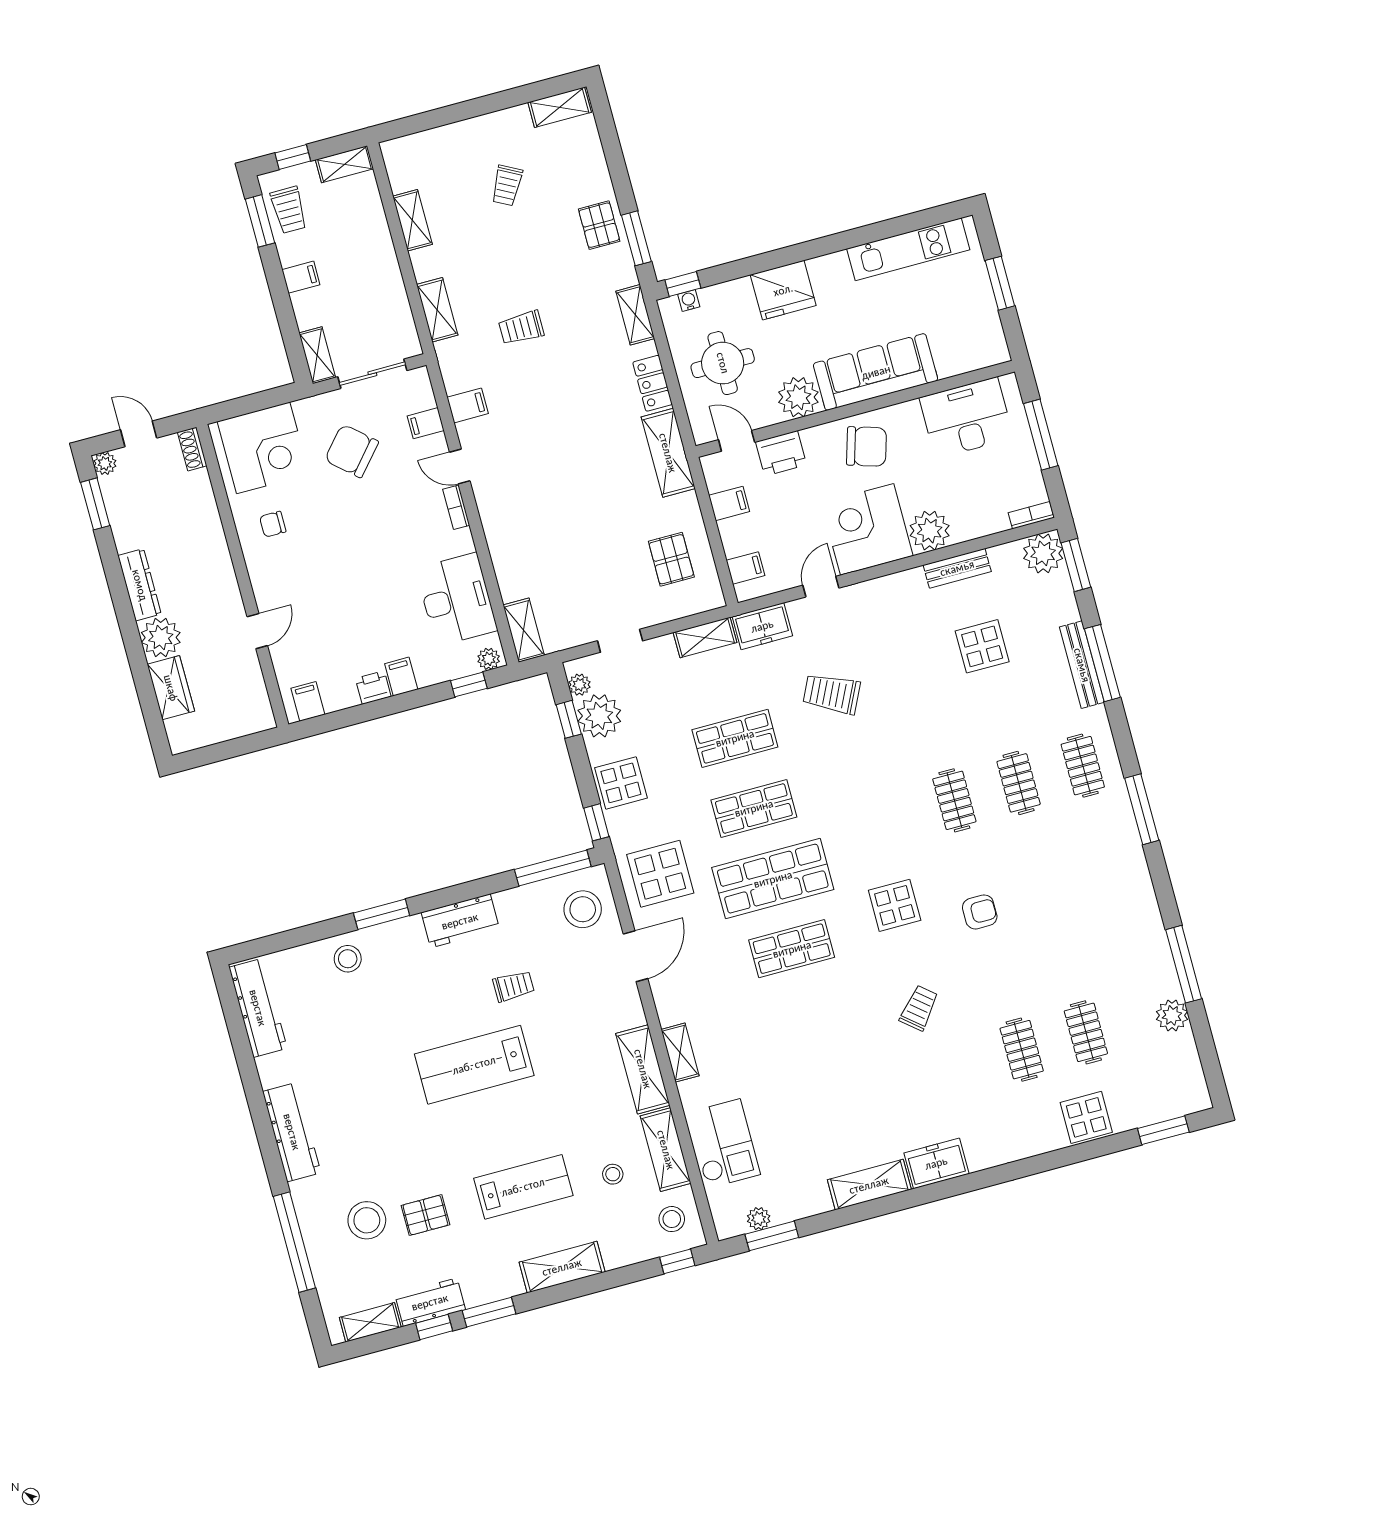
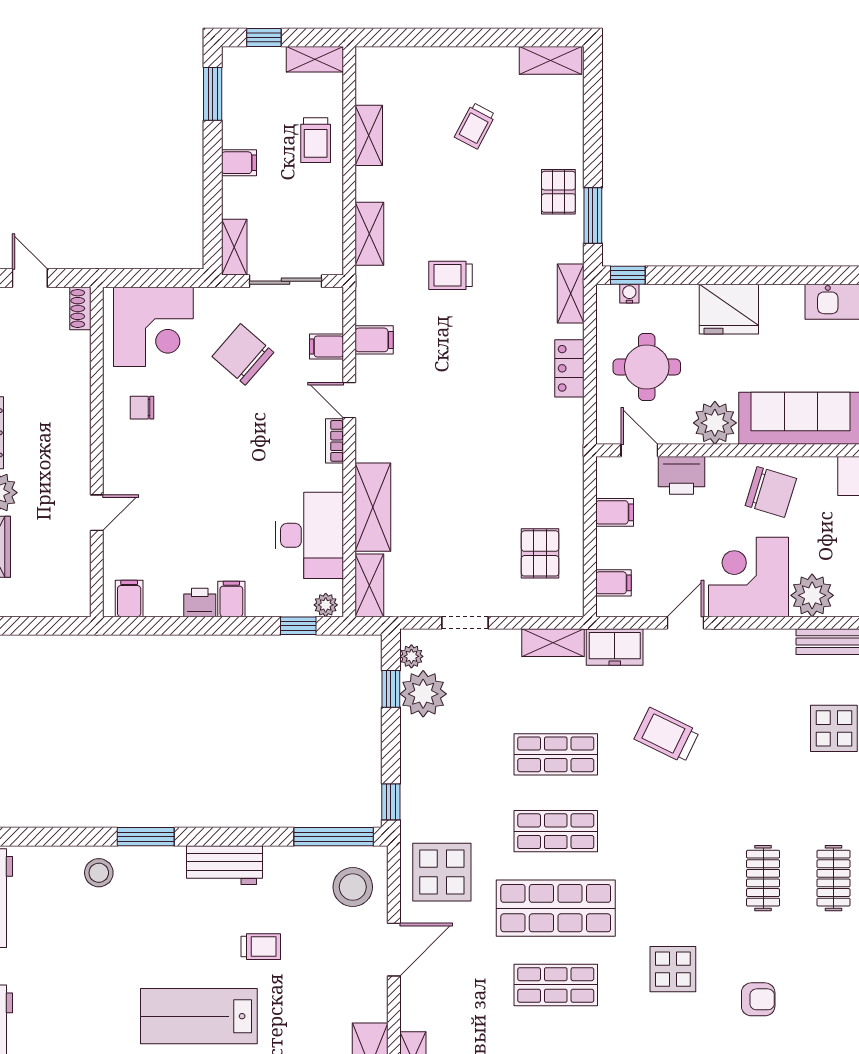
trolley: (289, 210) -> (316, 140), moved
shelving: (668, 453) -> (373, 507), moved
display table: (621, 783) -> (427, 768), removed

